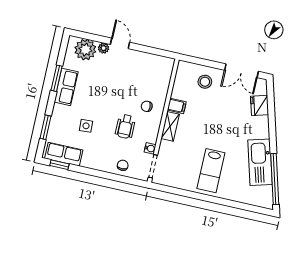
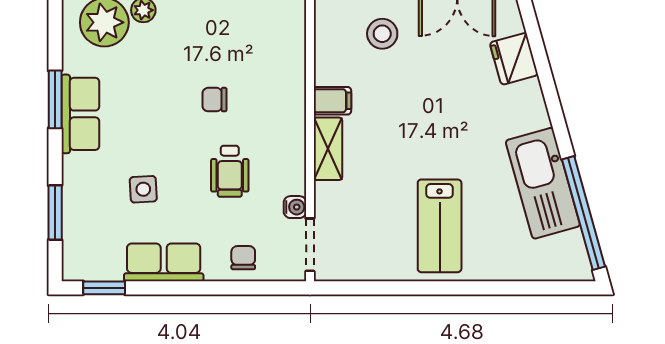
chair: (147, 106) -> (214, 100), moved
row of seats: (64, 154) -> (164, 262), moved

